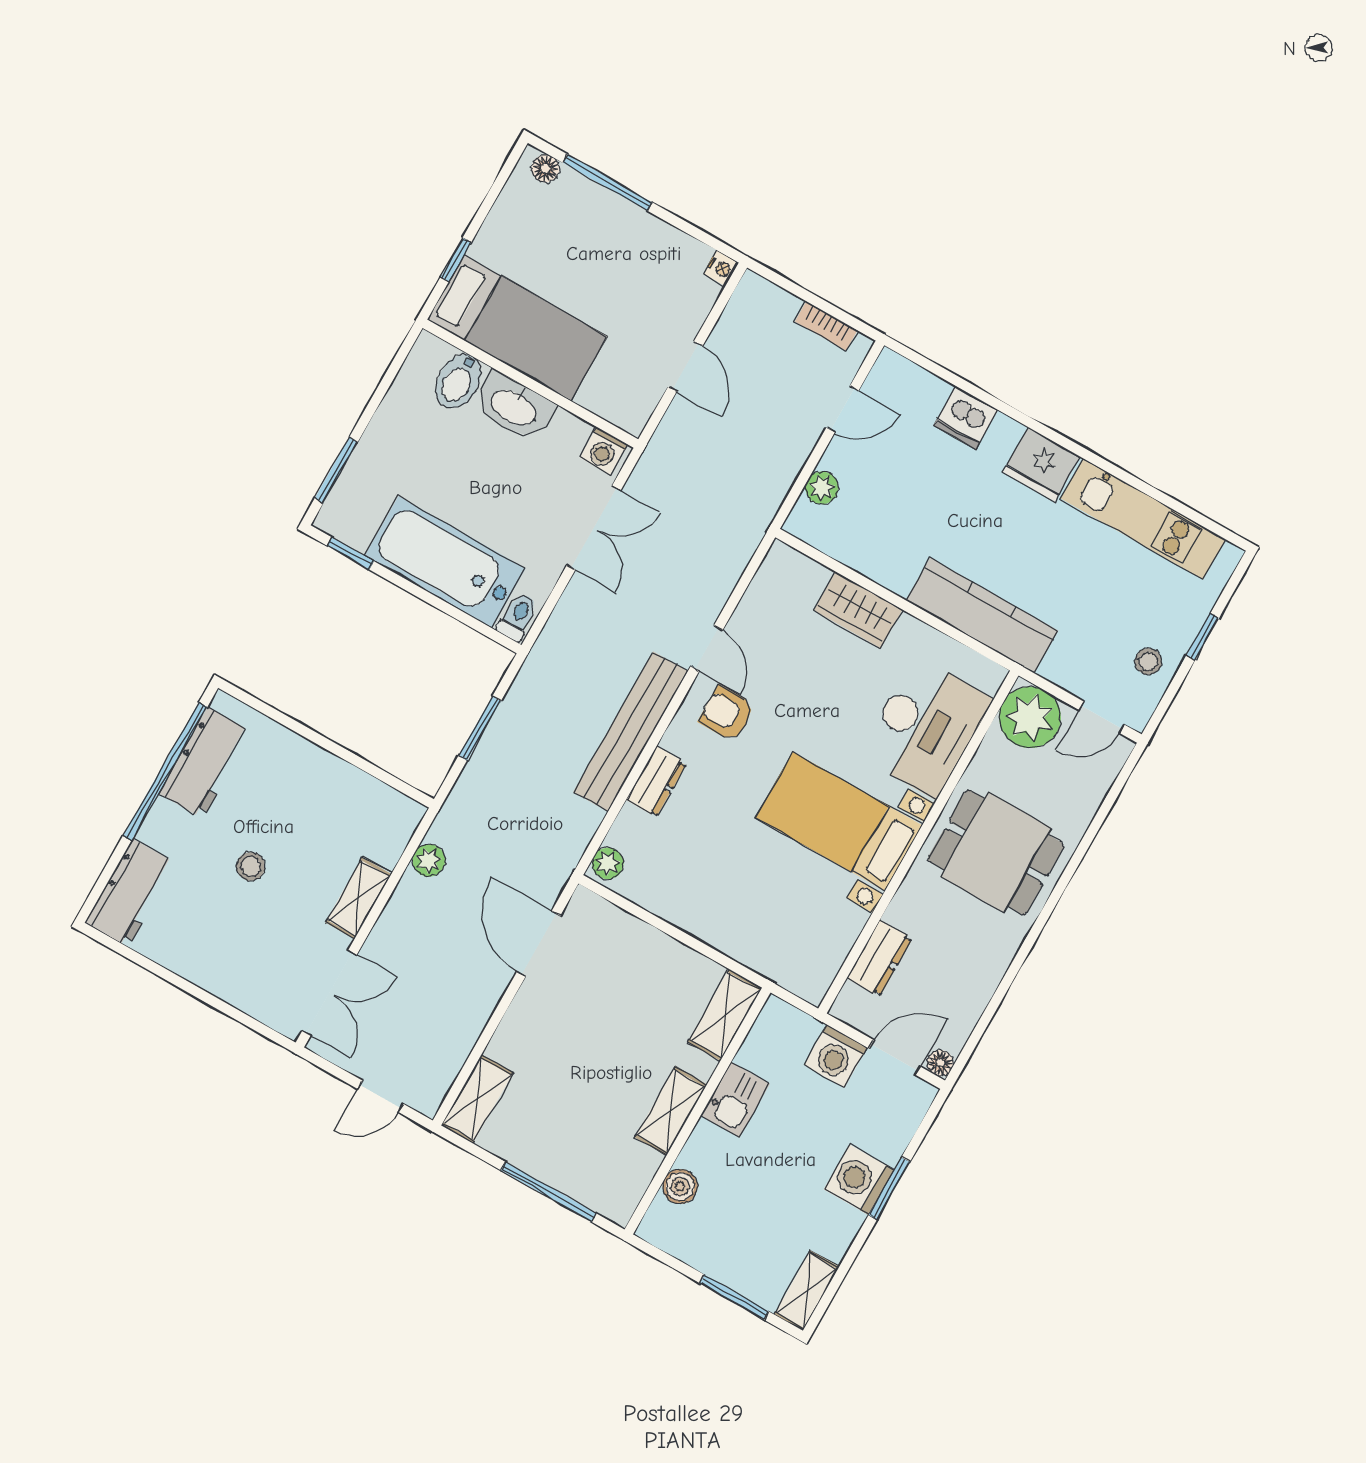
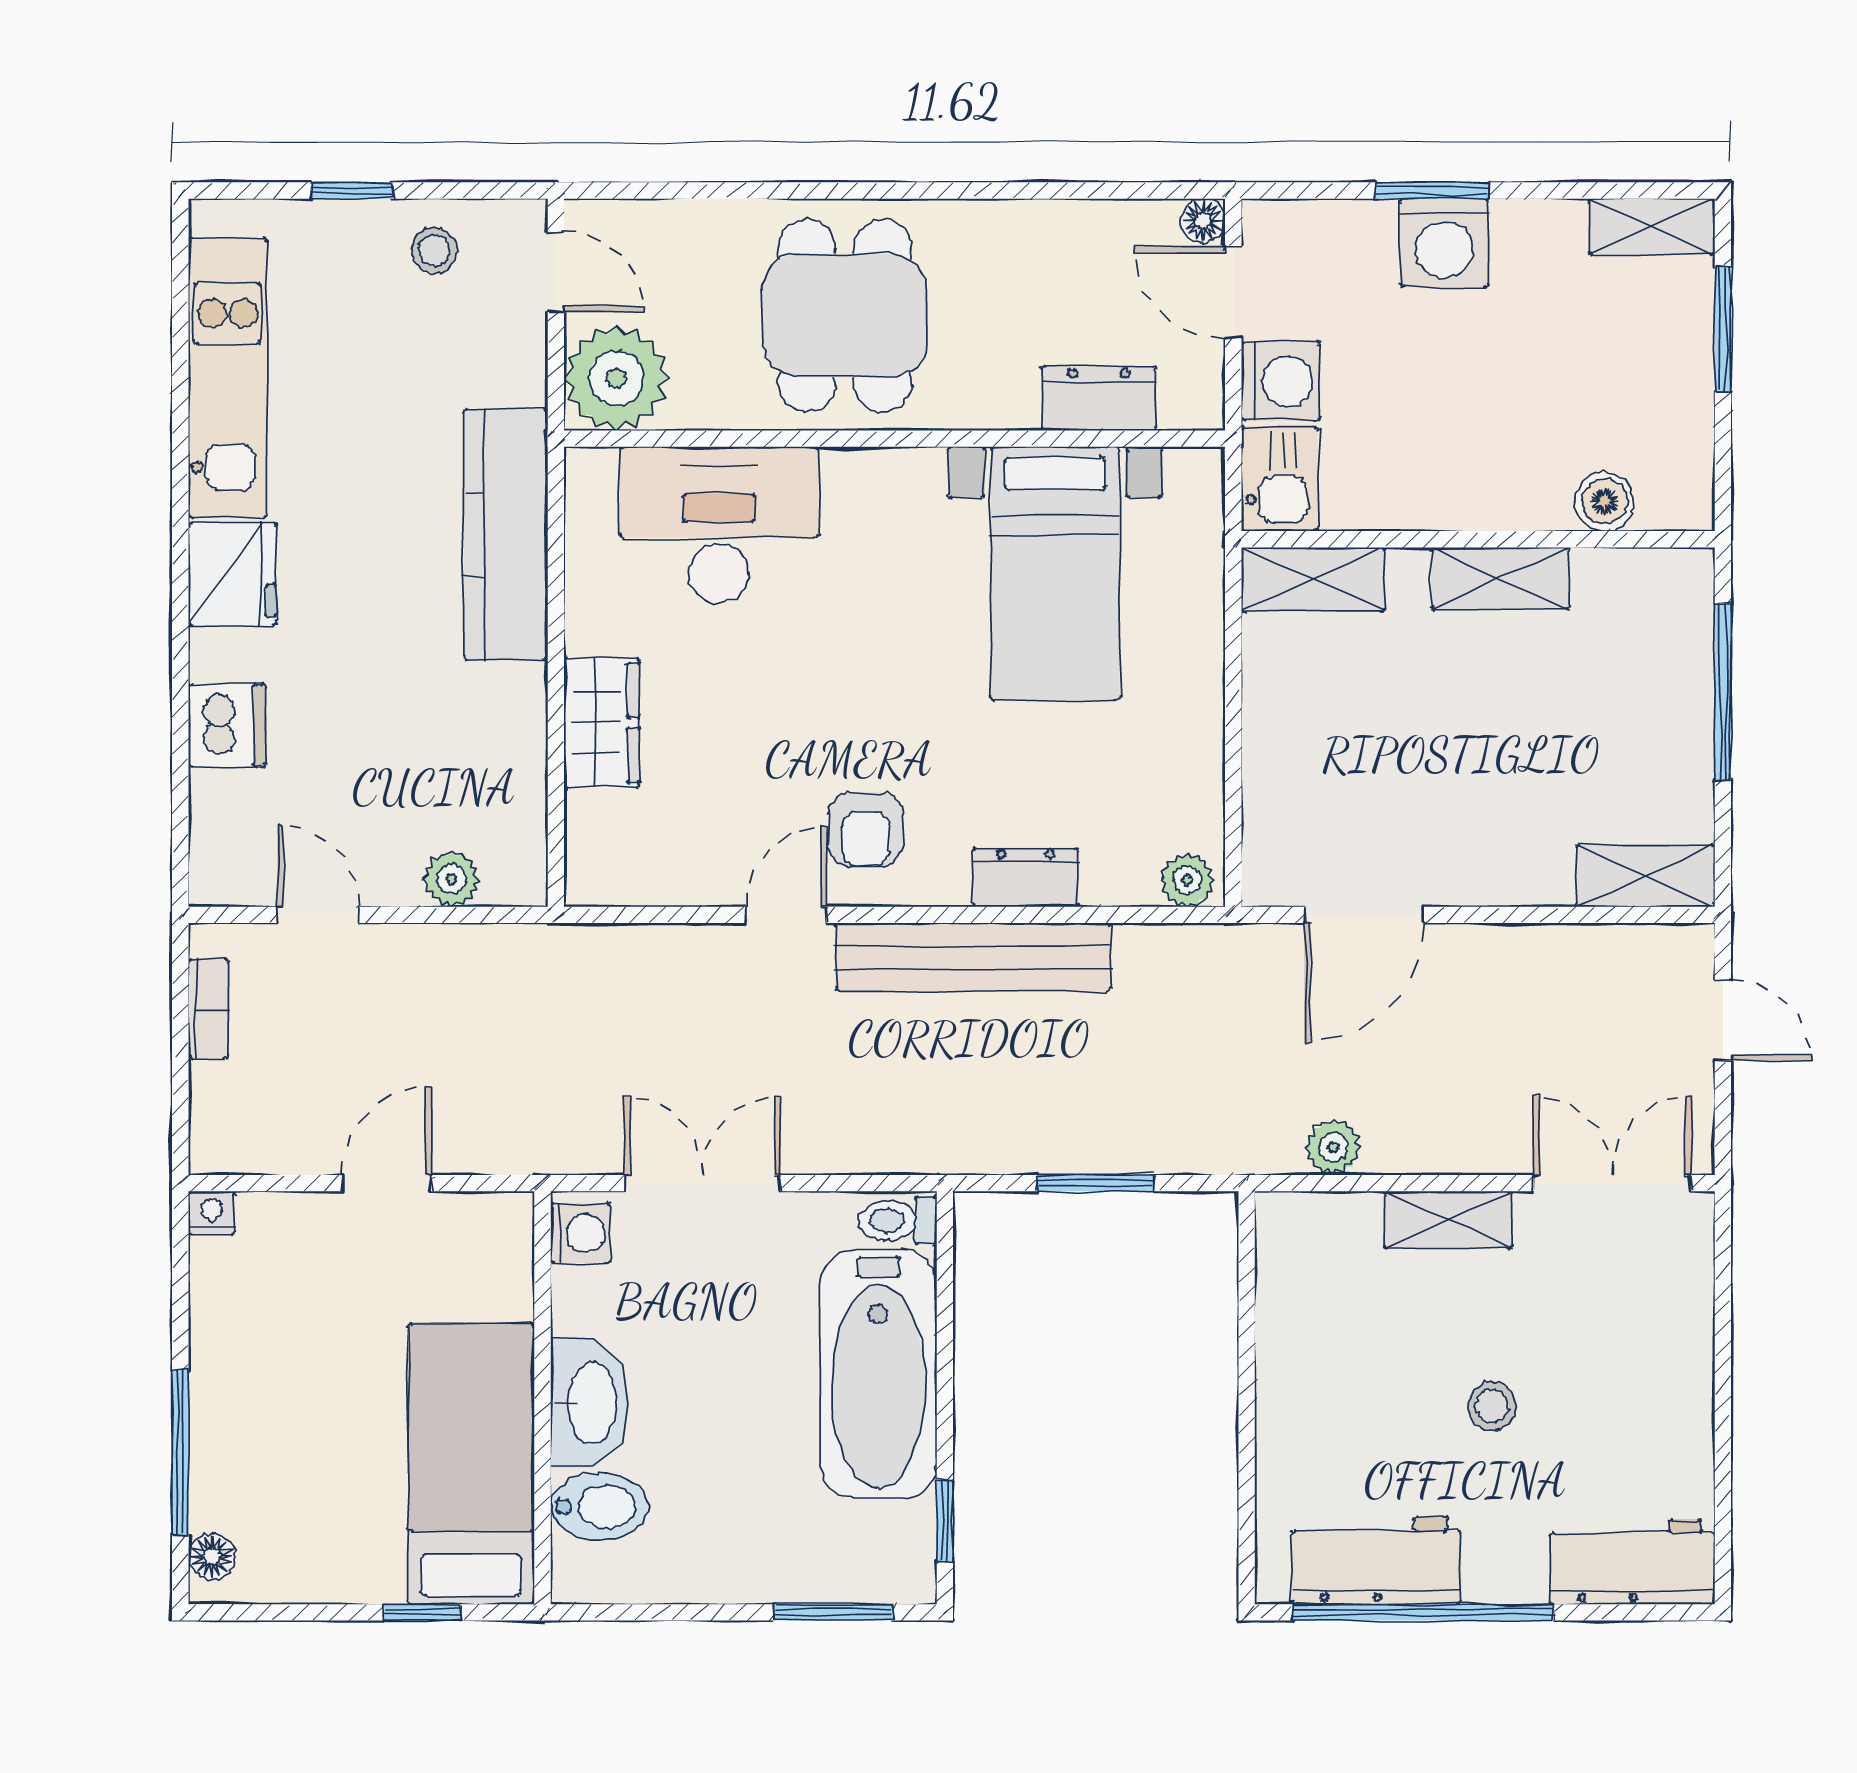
bed with nightstands: (839, 821) -> (1055, 573), moved
kitchen sink: (735, 1100) -> (1279, 479), moved, turned 90

